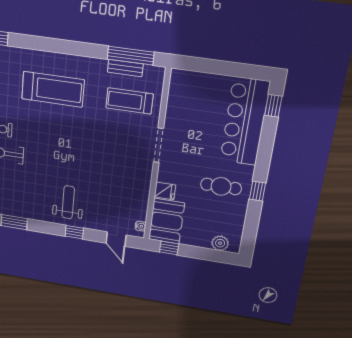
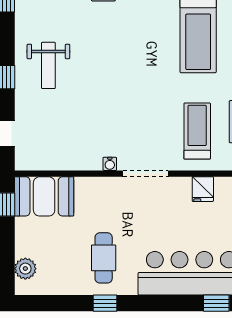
fridge: (165, 191) -> (203, 189), moved
weight bench: (68, 202) -> (48, 65), turned 90
water cooler: (141, 226) -> (110, 164), moved

